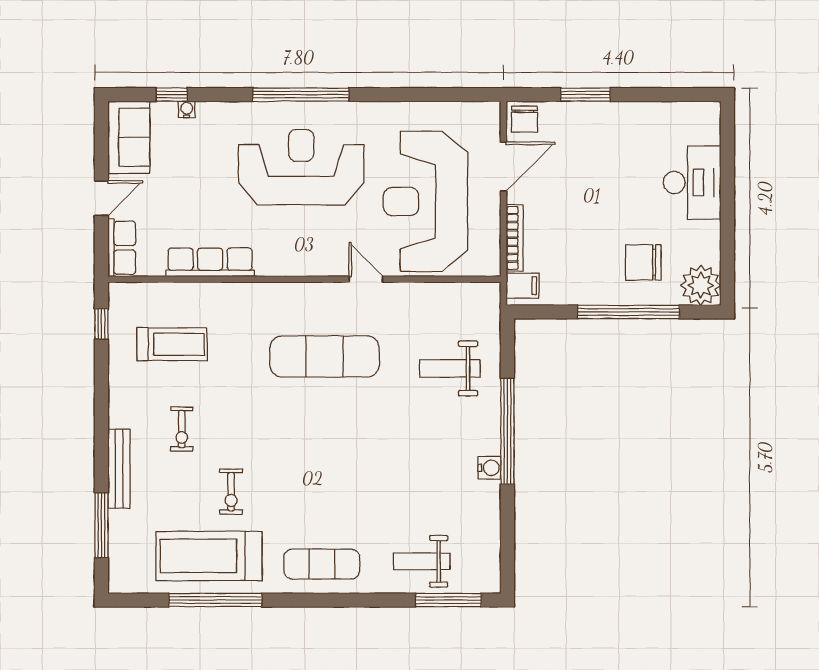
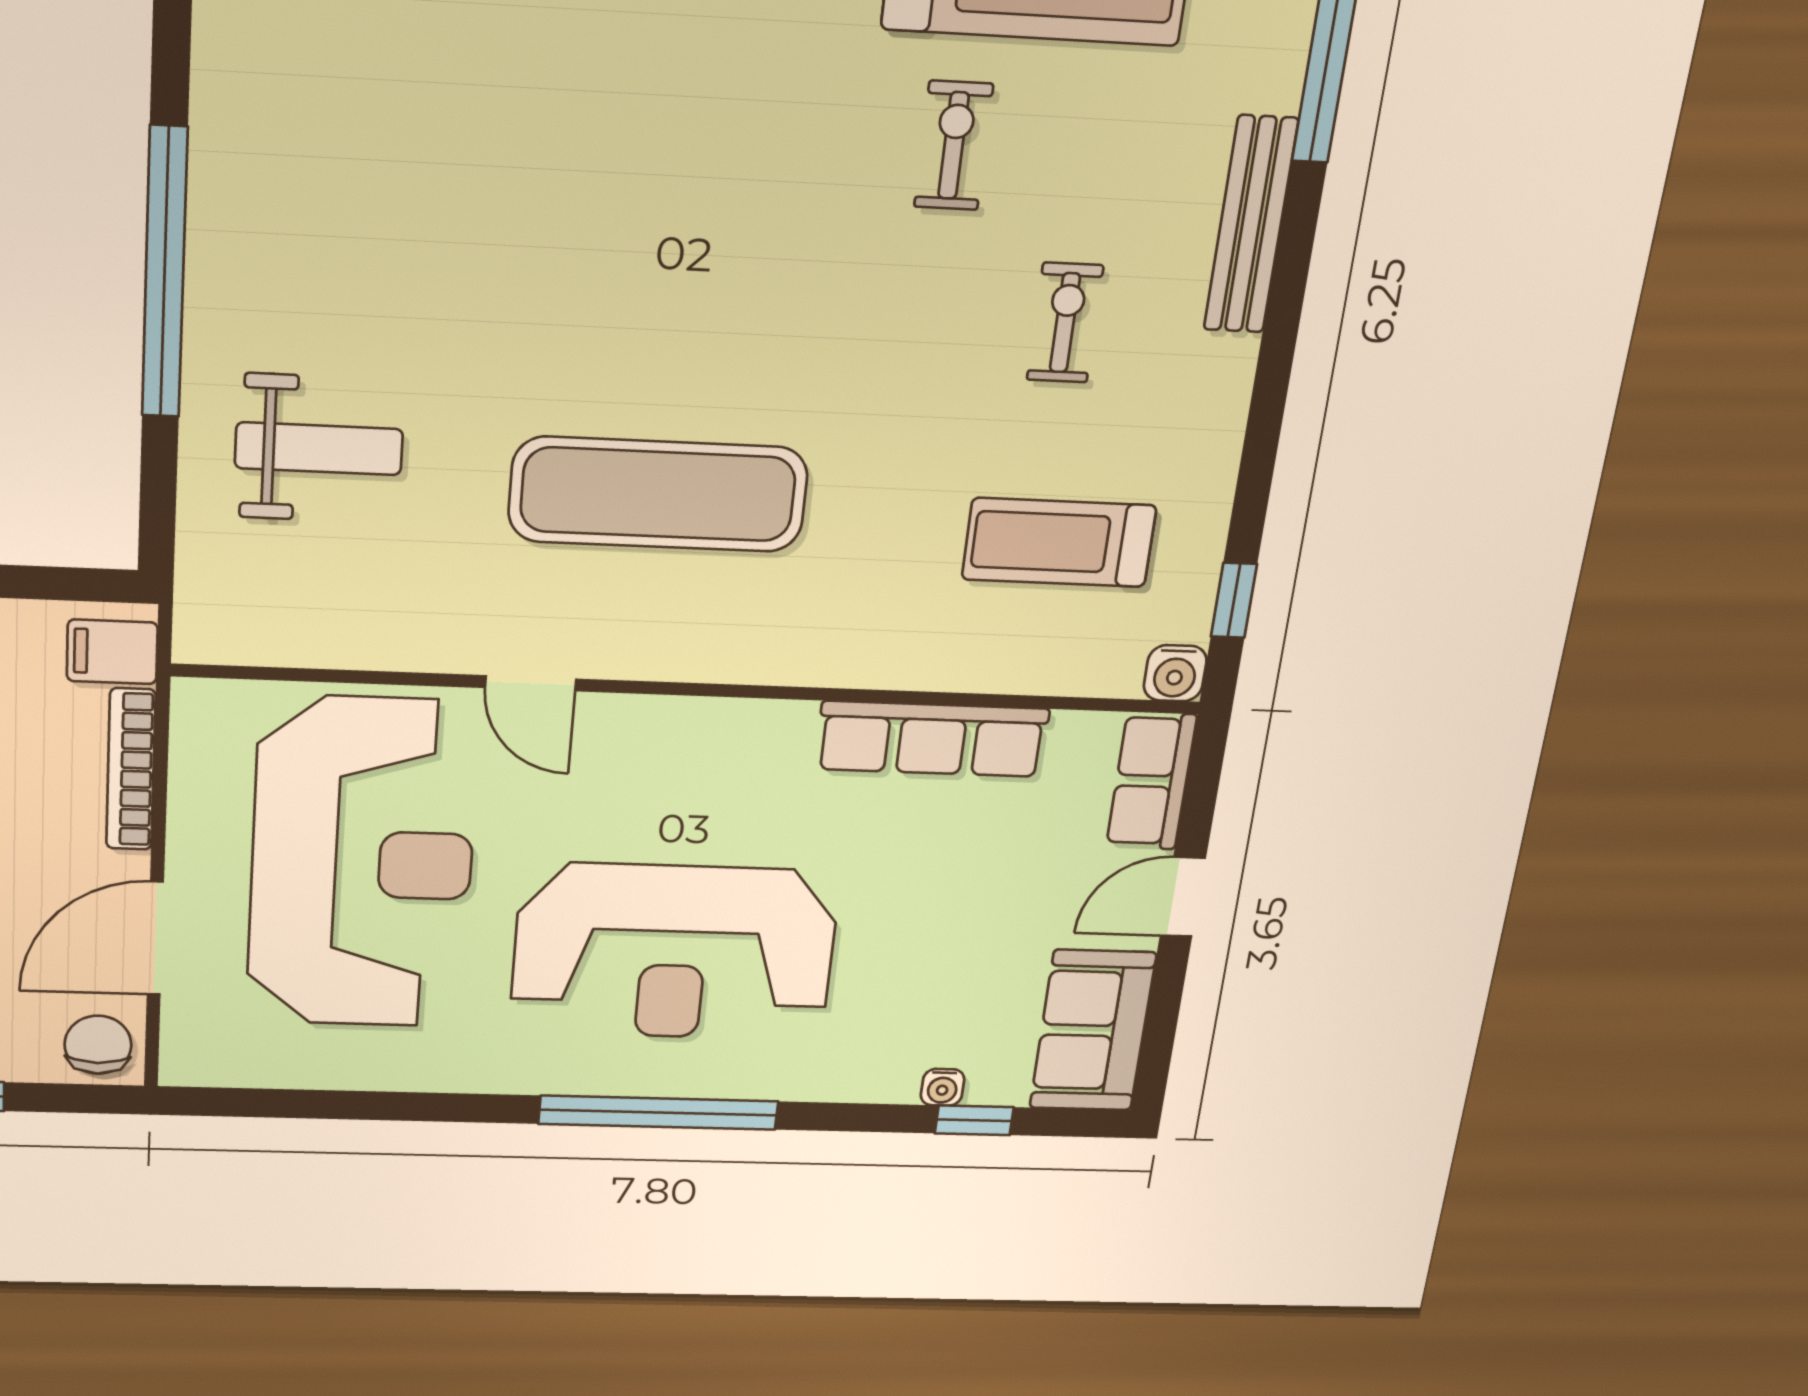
water cooler: (489, 468) -> (1175, 673), moved, turned -90

